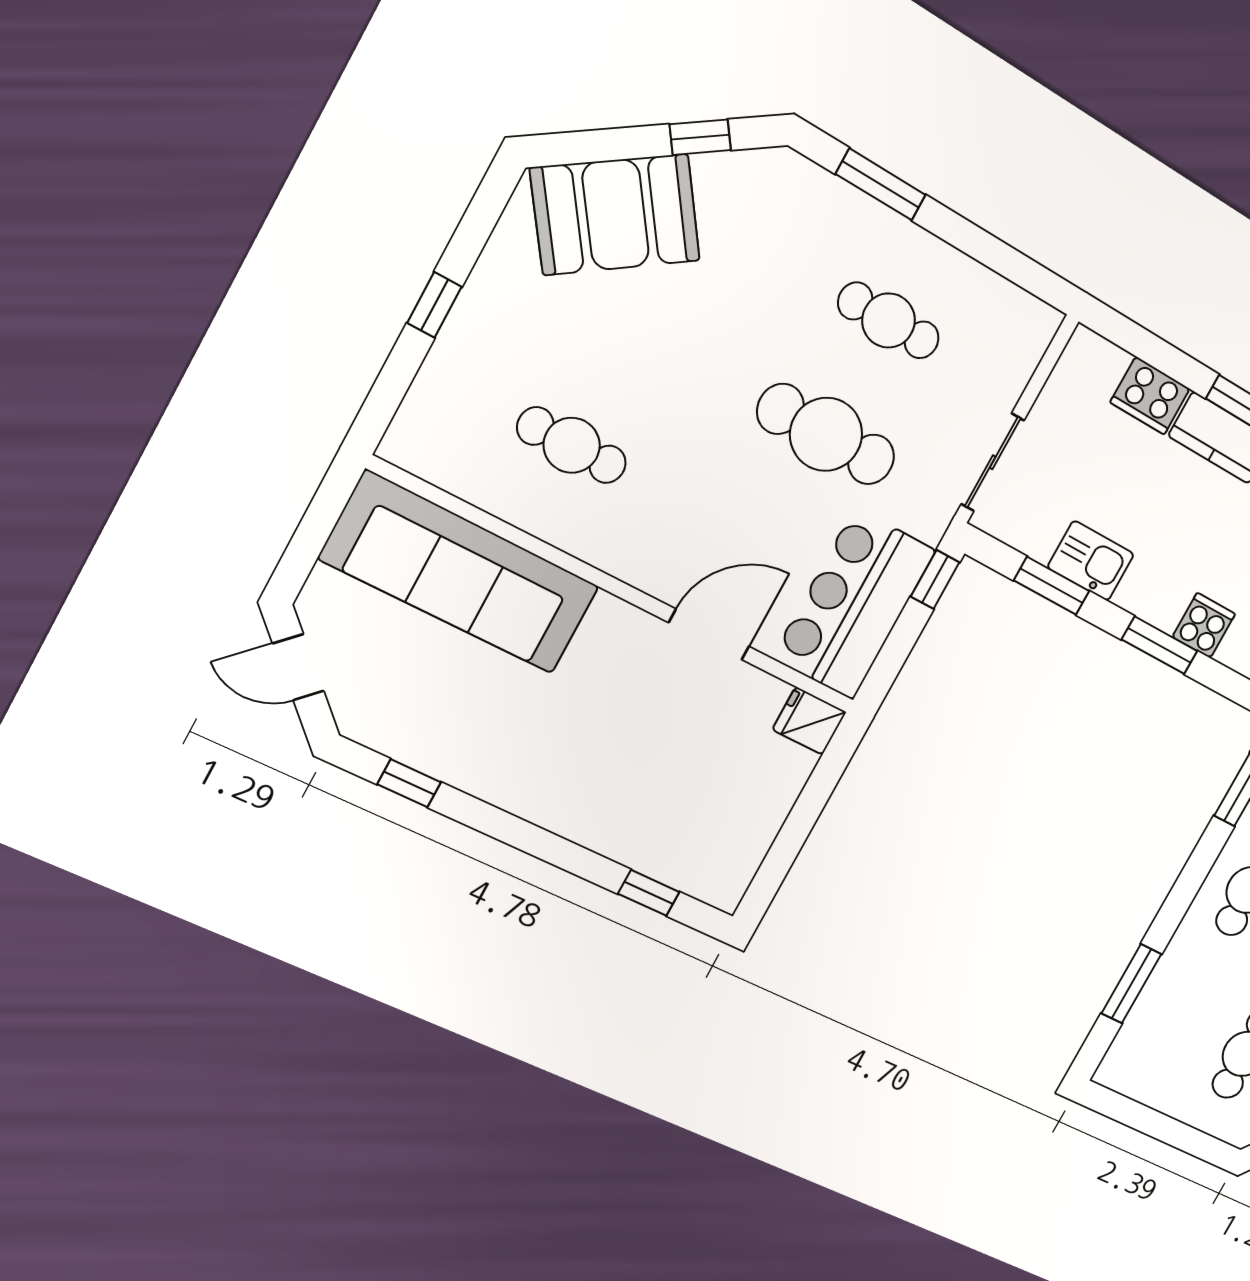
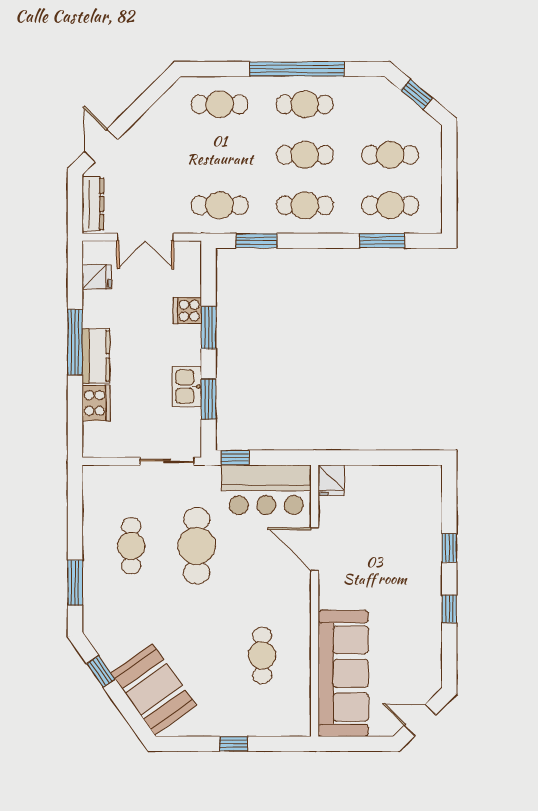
door: (298, 667) -> (420, 720), swing flipped
window: (409, 783) -> (449, 609), moved
window: (649, 893) -> (449, 548), moved
cafe table: (1175, 1020) -> (390, 205), added

